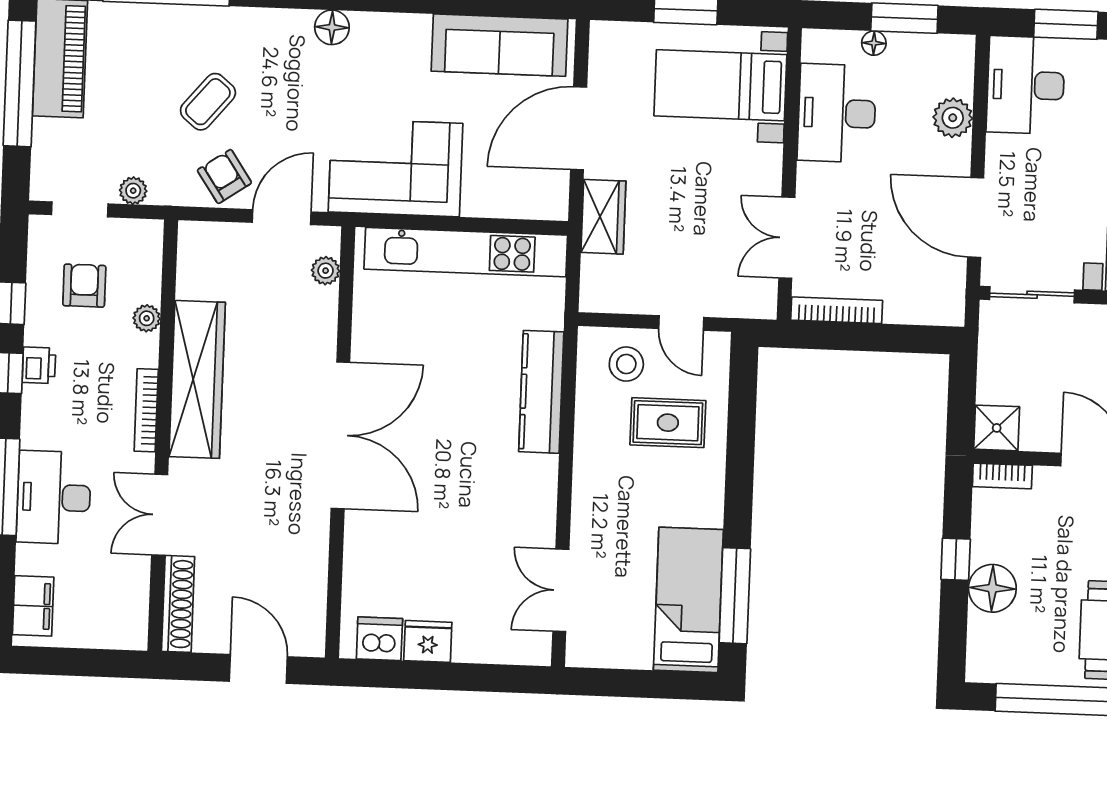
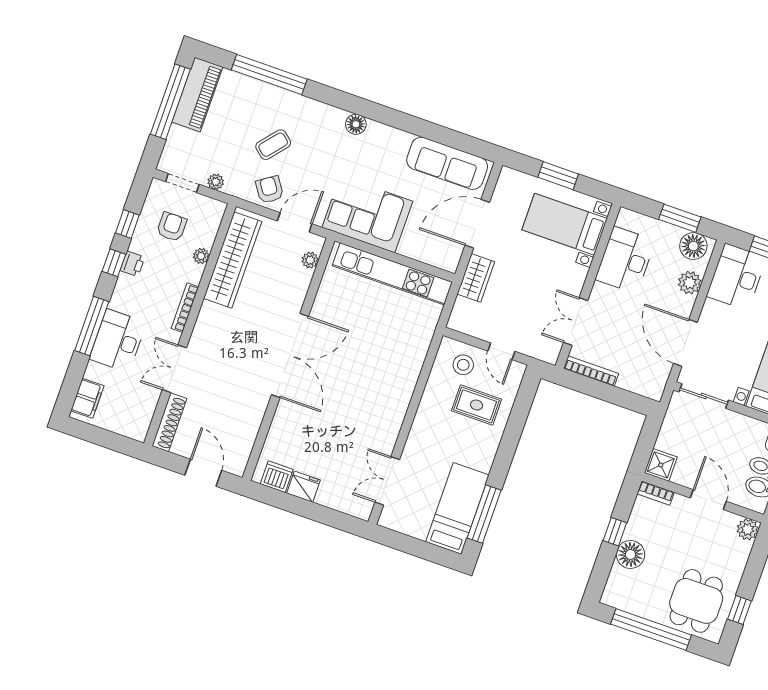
floor lamp: (874, 43) -> (693, 246), moved, width x1.89, depth x1.89
wardrobe: (197, 379) -> (233, 260), moved
kitchen counter: (541, 392) -> (411, 366), removed

